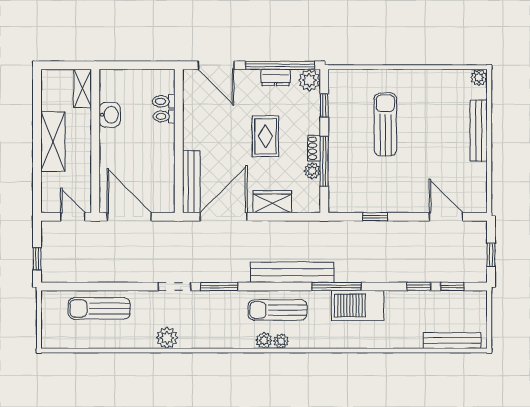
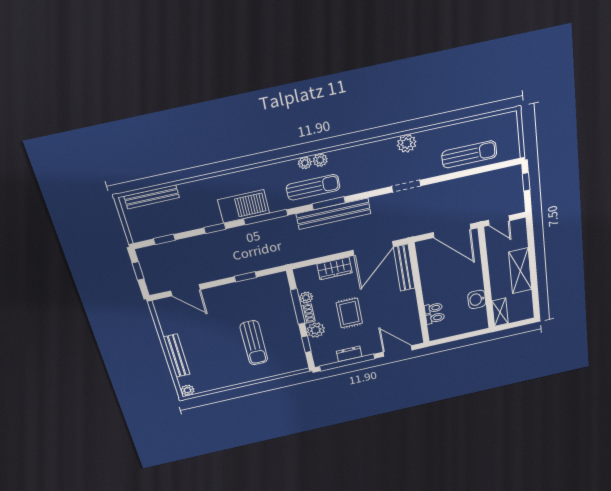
plant: (309, 80) -> (316, 330), moved
bench: (292, 272) -> (333, 214), moved
window: (219, 286) -> (329, 203), moved
window: (419, 286) -> (215, 228), moved

